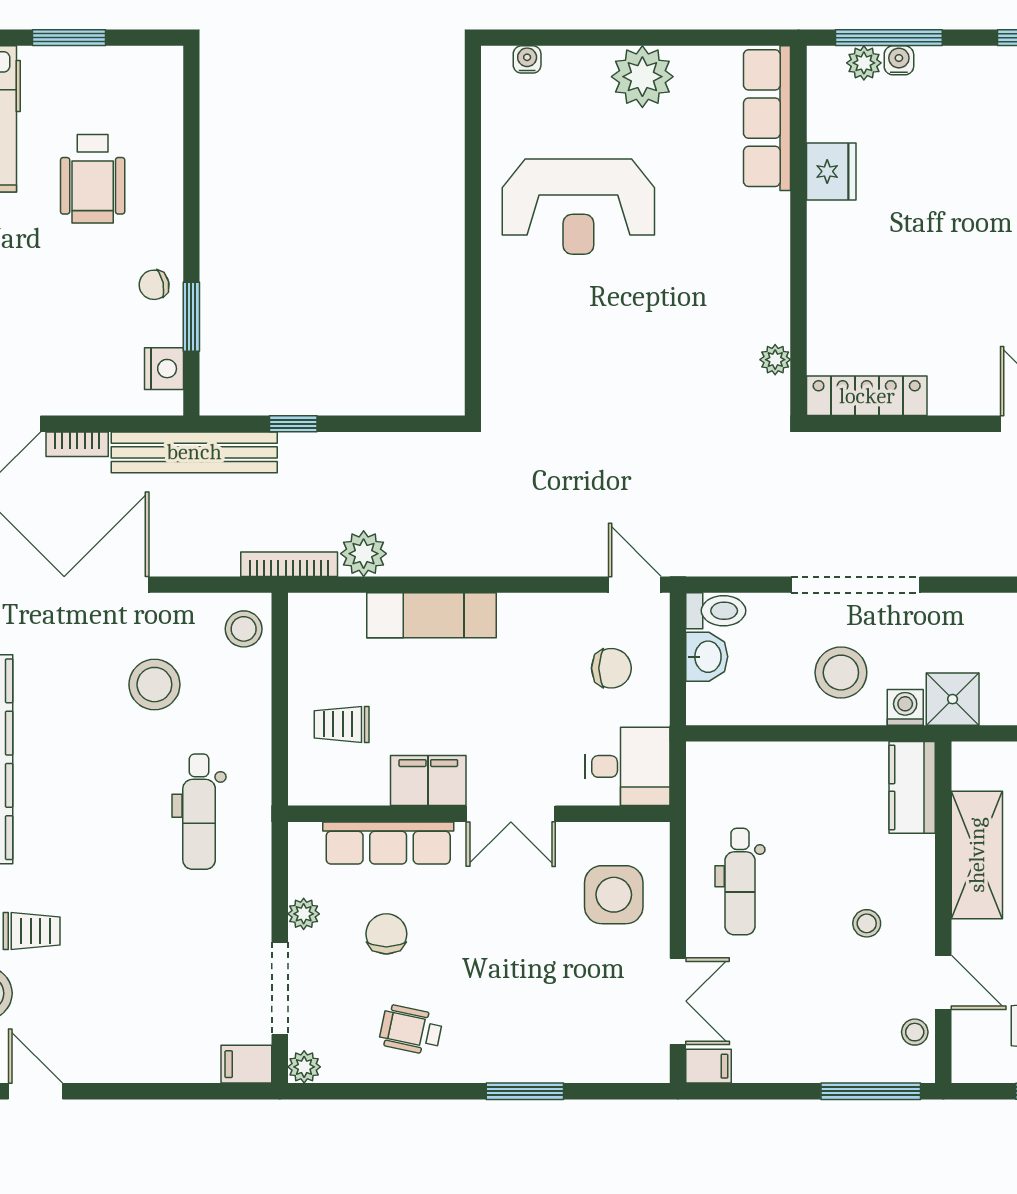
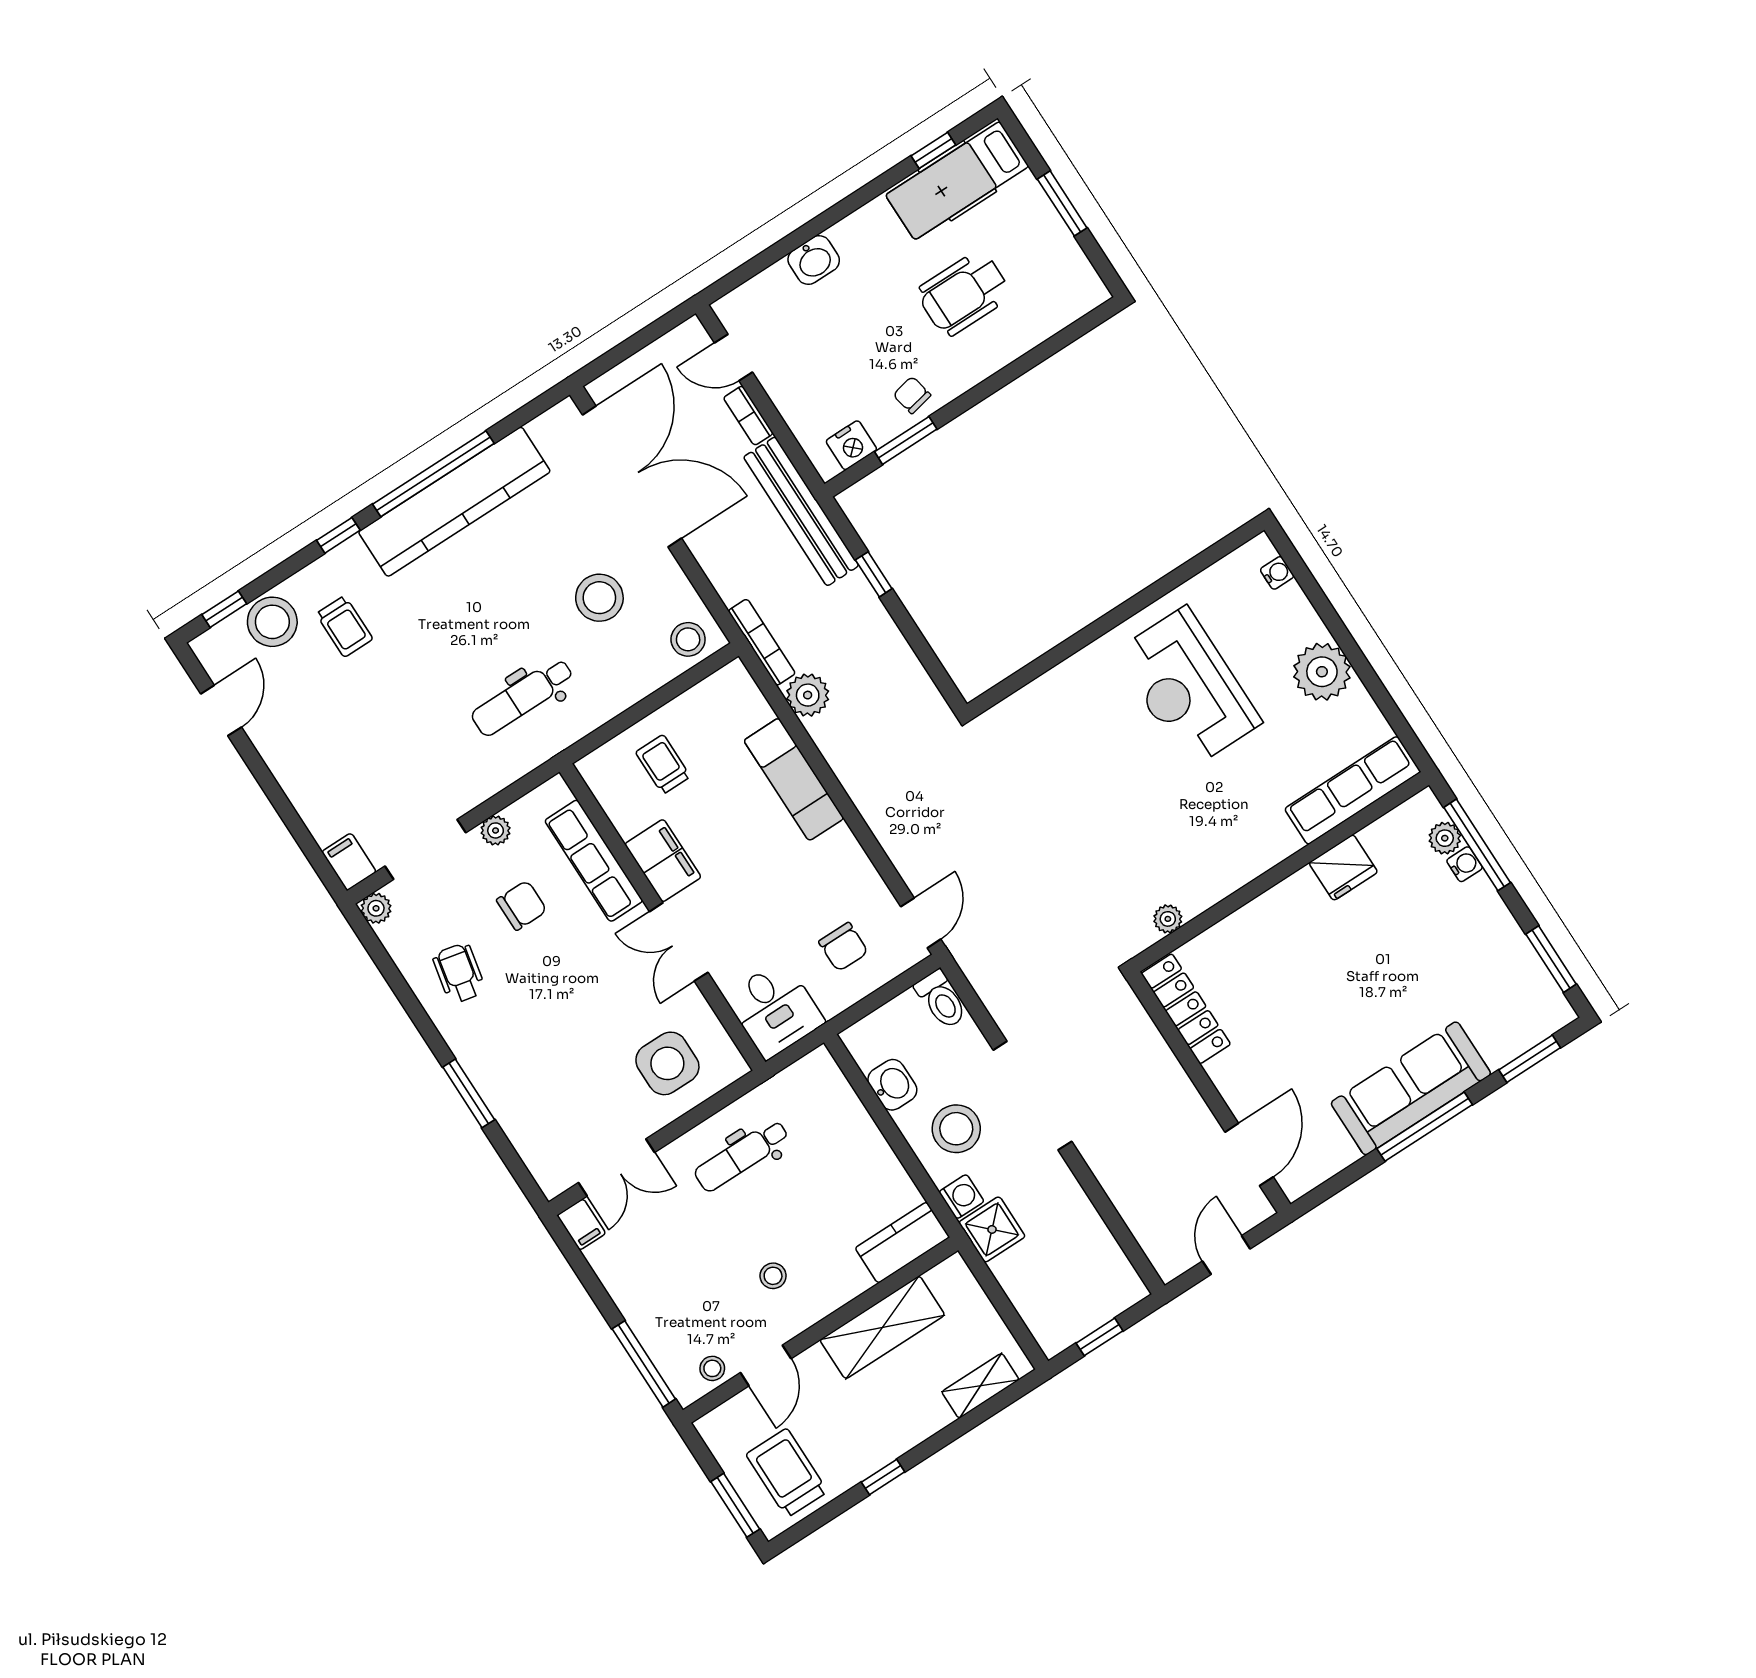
washbasin: (707, 657) -> (892, 1085), moved, turned -90

